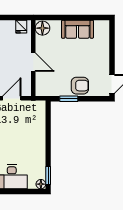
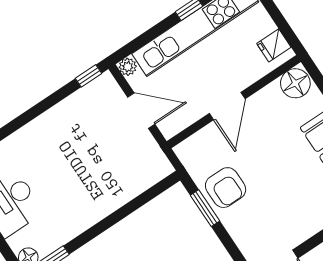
armchair: (80, 86) -> (226, 188), moved

